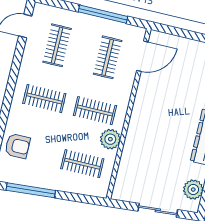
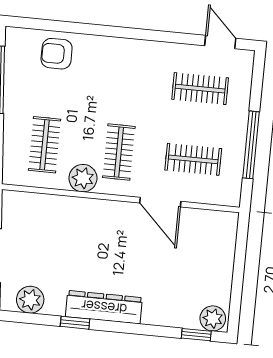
door: (142, 56) -> (160, 202), moved
clothes rail: (44, 98) -> (126, 81), removed
armchair: (17, 146) -> (57, 54), turned 90

